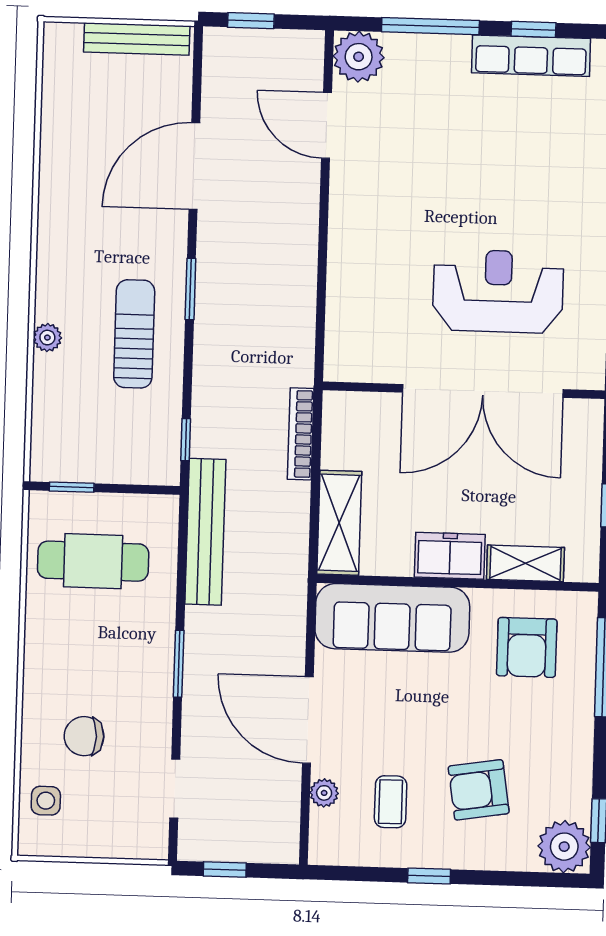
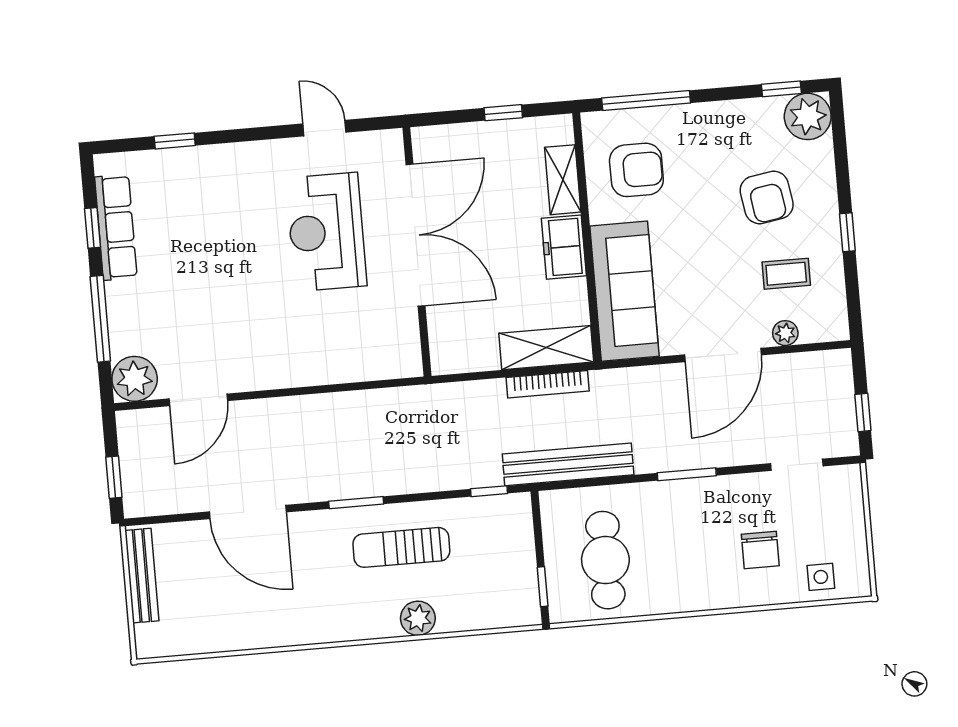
plant: (47, 338) -> (418, 618), width x1.38, depth x1.38
bookcase: (301, 434) -> (548, 384), moved

